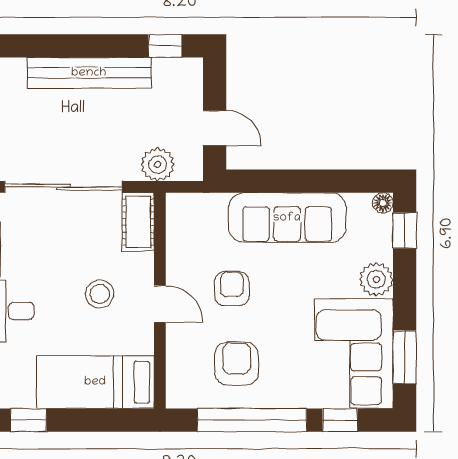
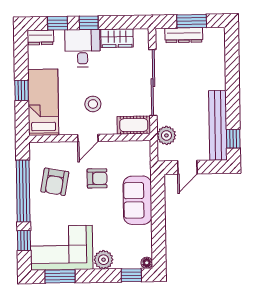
bench: (89, 73) -> (218, 125), moved
sofa: (287, 218) -> (137, 200), width x0.73
armchair: (237, 364) -> (55, 182), turned 100
window: (28, 420) -> (22, 90), moved

